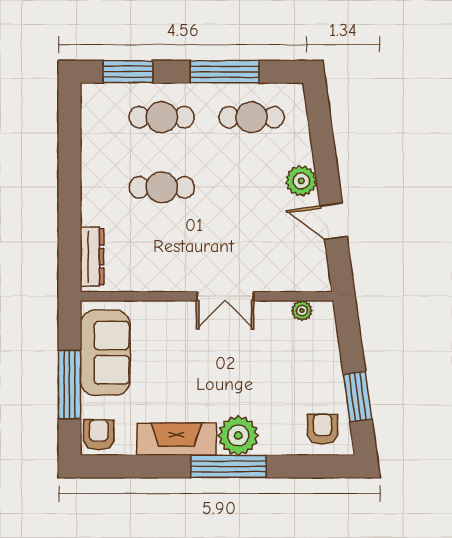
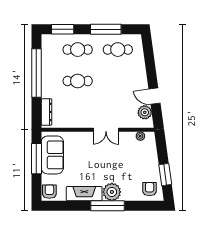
window: (70, 170) -> (36, 73), added
plant: (301, 181) -> (145, 112), moved
window: (70, 385) -> (36, 159), moved

